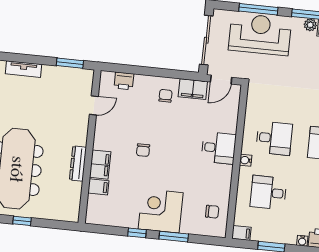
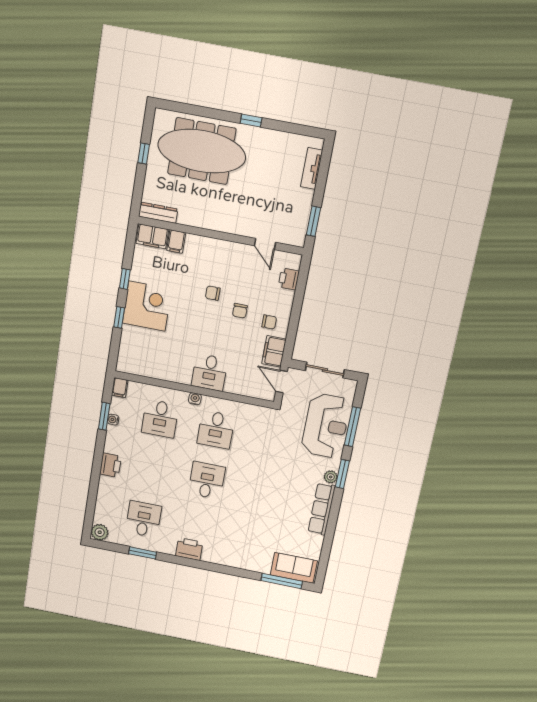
sliding door: (206, 40) -> (325, 370), width x0.73
dresser: (78, 164) -> (158, 213), moved
filing cabinet: (100, 165) -> (152, 236), moved
desk: (268, 193) -> (160, 419), turned 180
chair: (212, 212) -> (240, 311), moved
window: (174, 237) -> (119, 317), width x0.67
water cooler: (302, 241) -> (113, 420), moved

